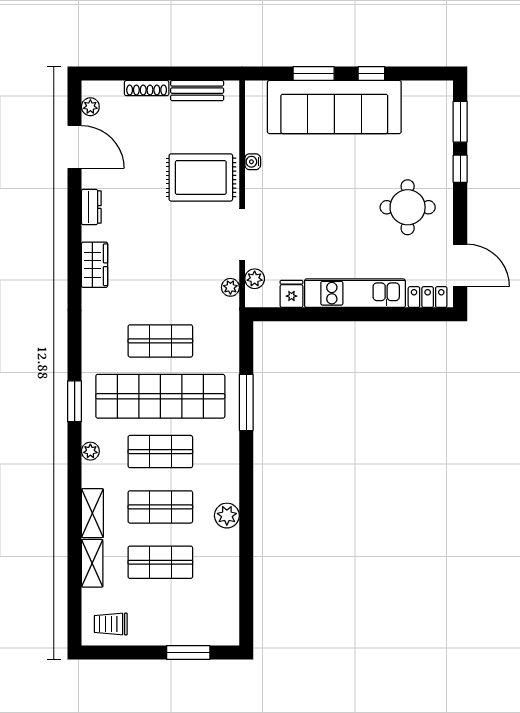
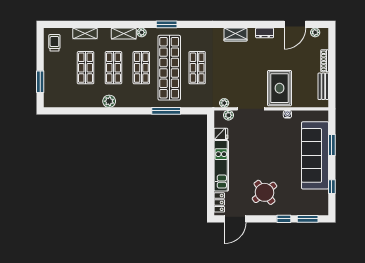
window: (371, 74) -> (332, 187), moved
round table: (408, 207) -> (264, 192), turned -38
shelving: (92, 513) -> (124, 33), moved

